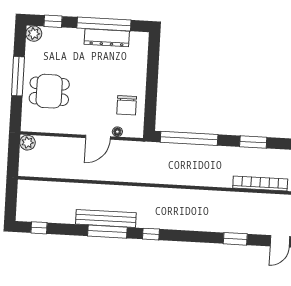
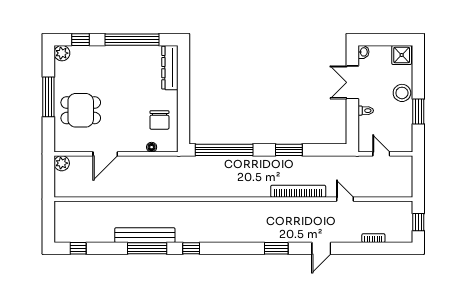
dresser: (107, 38) -> (170, 68), moved, turned 90
door: (98, 137) -> (105, 154), moved

